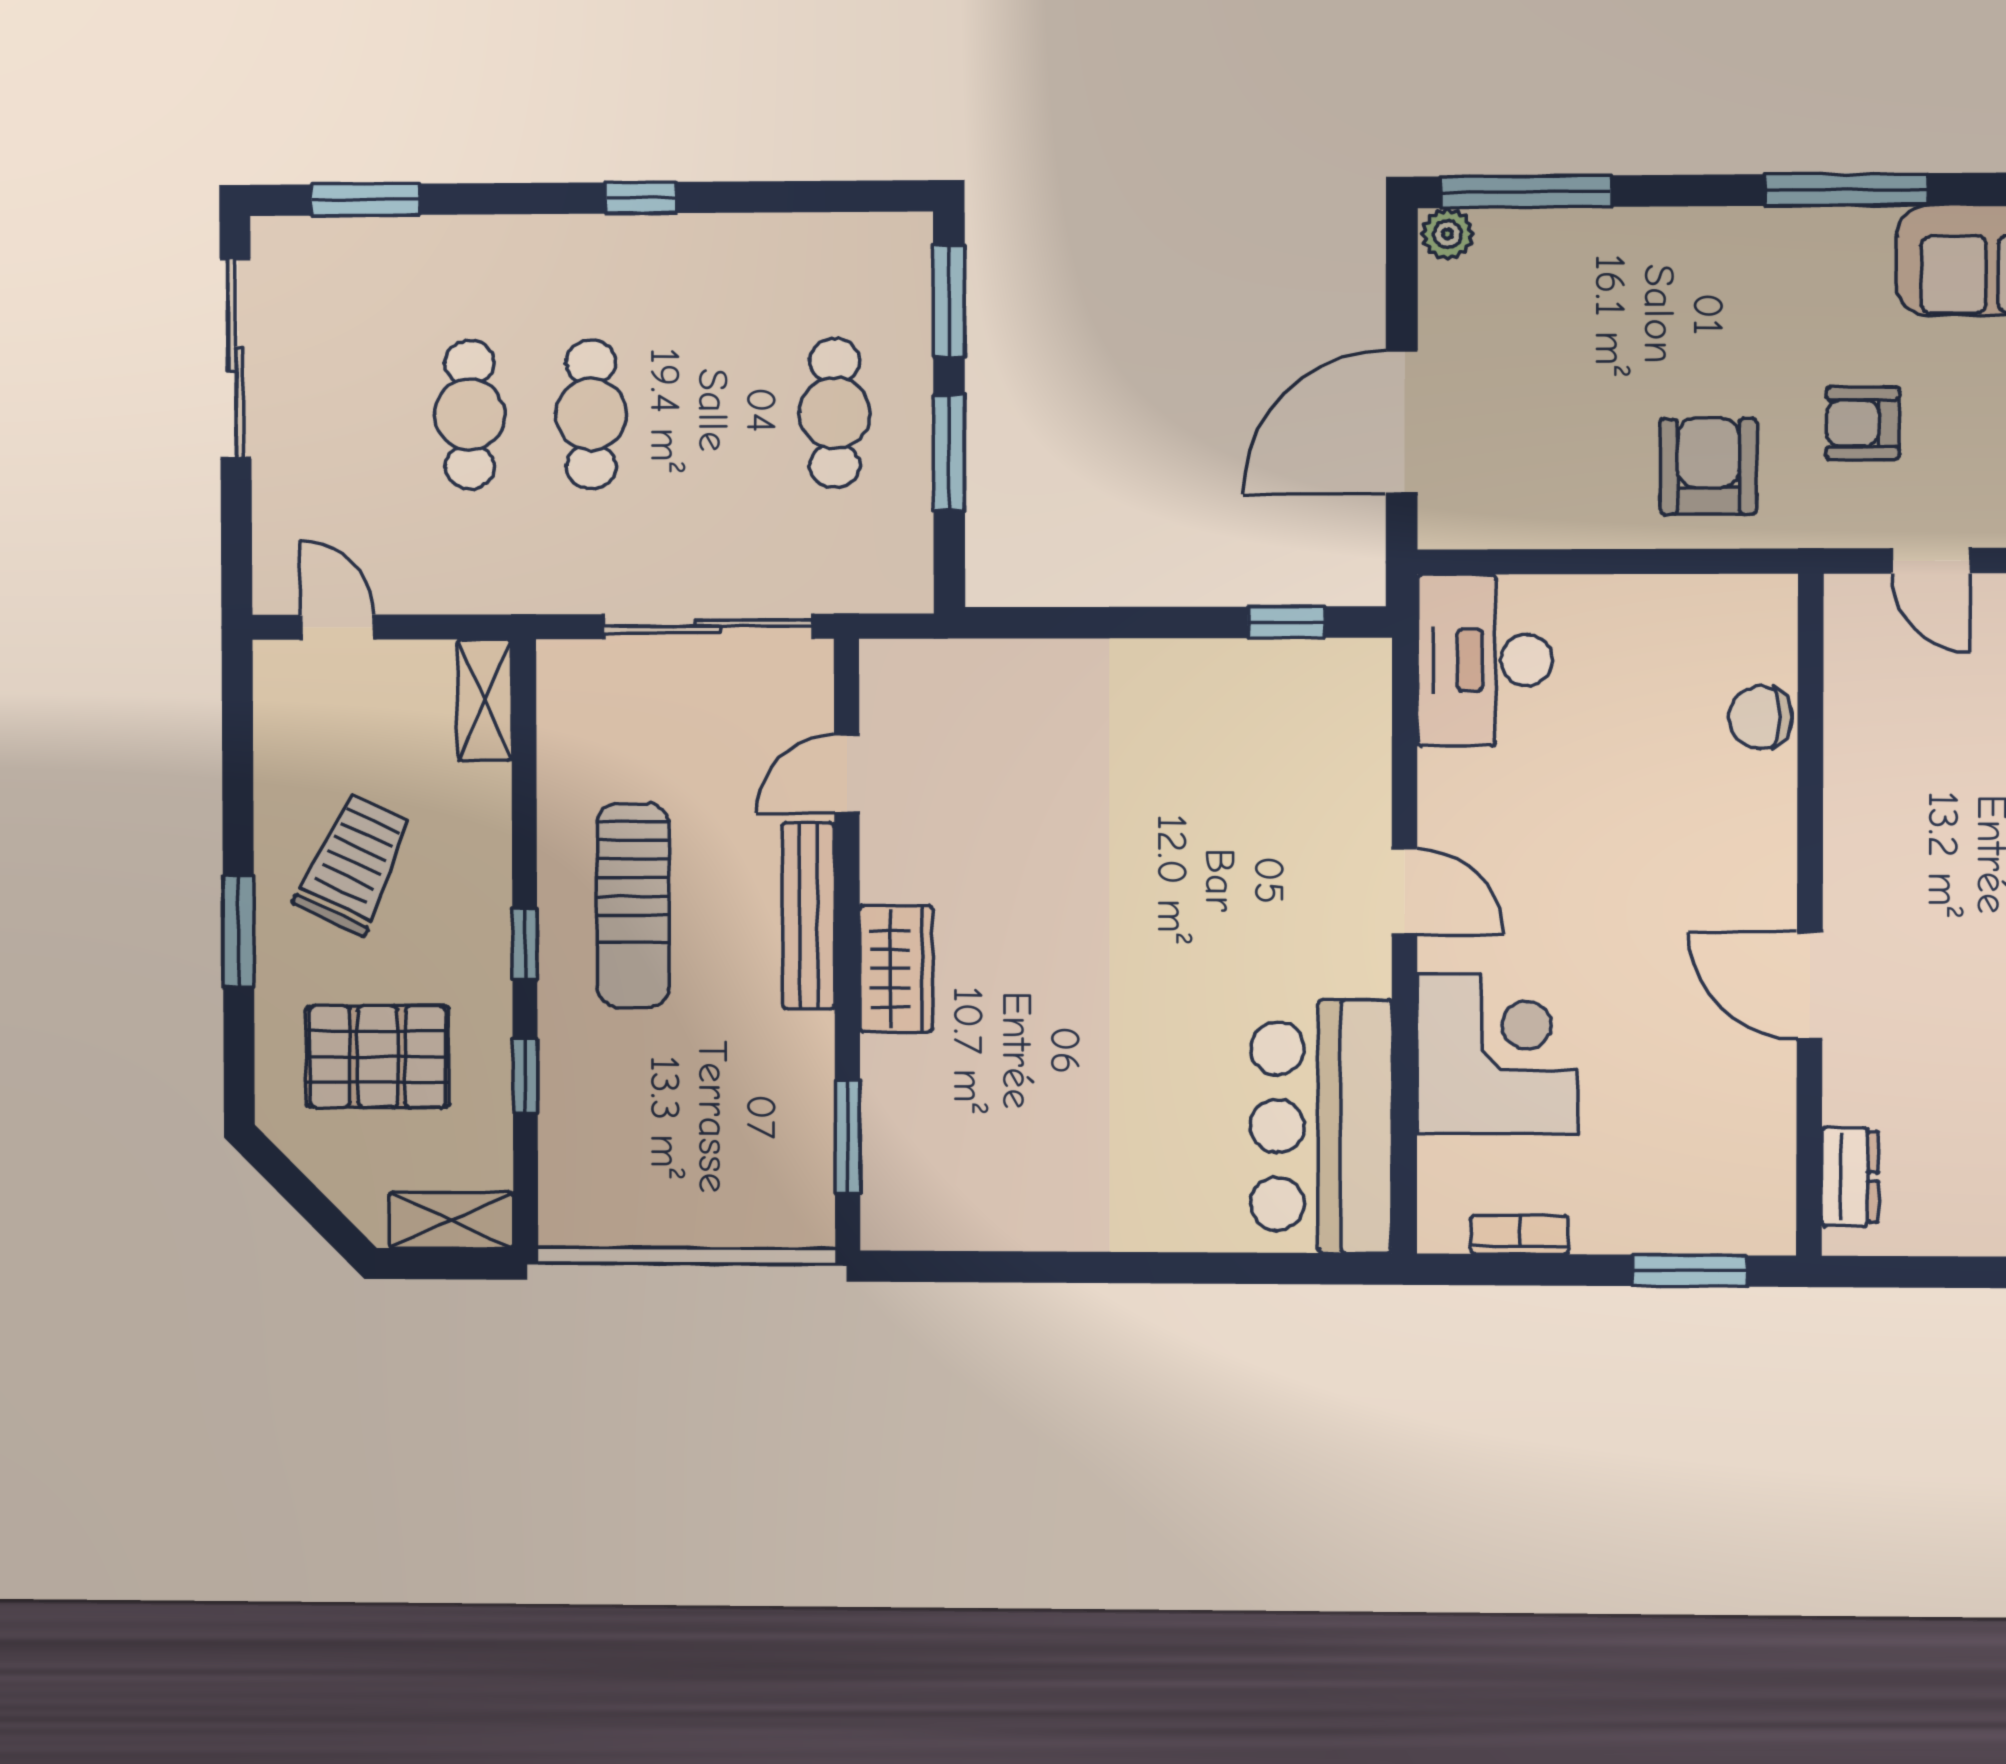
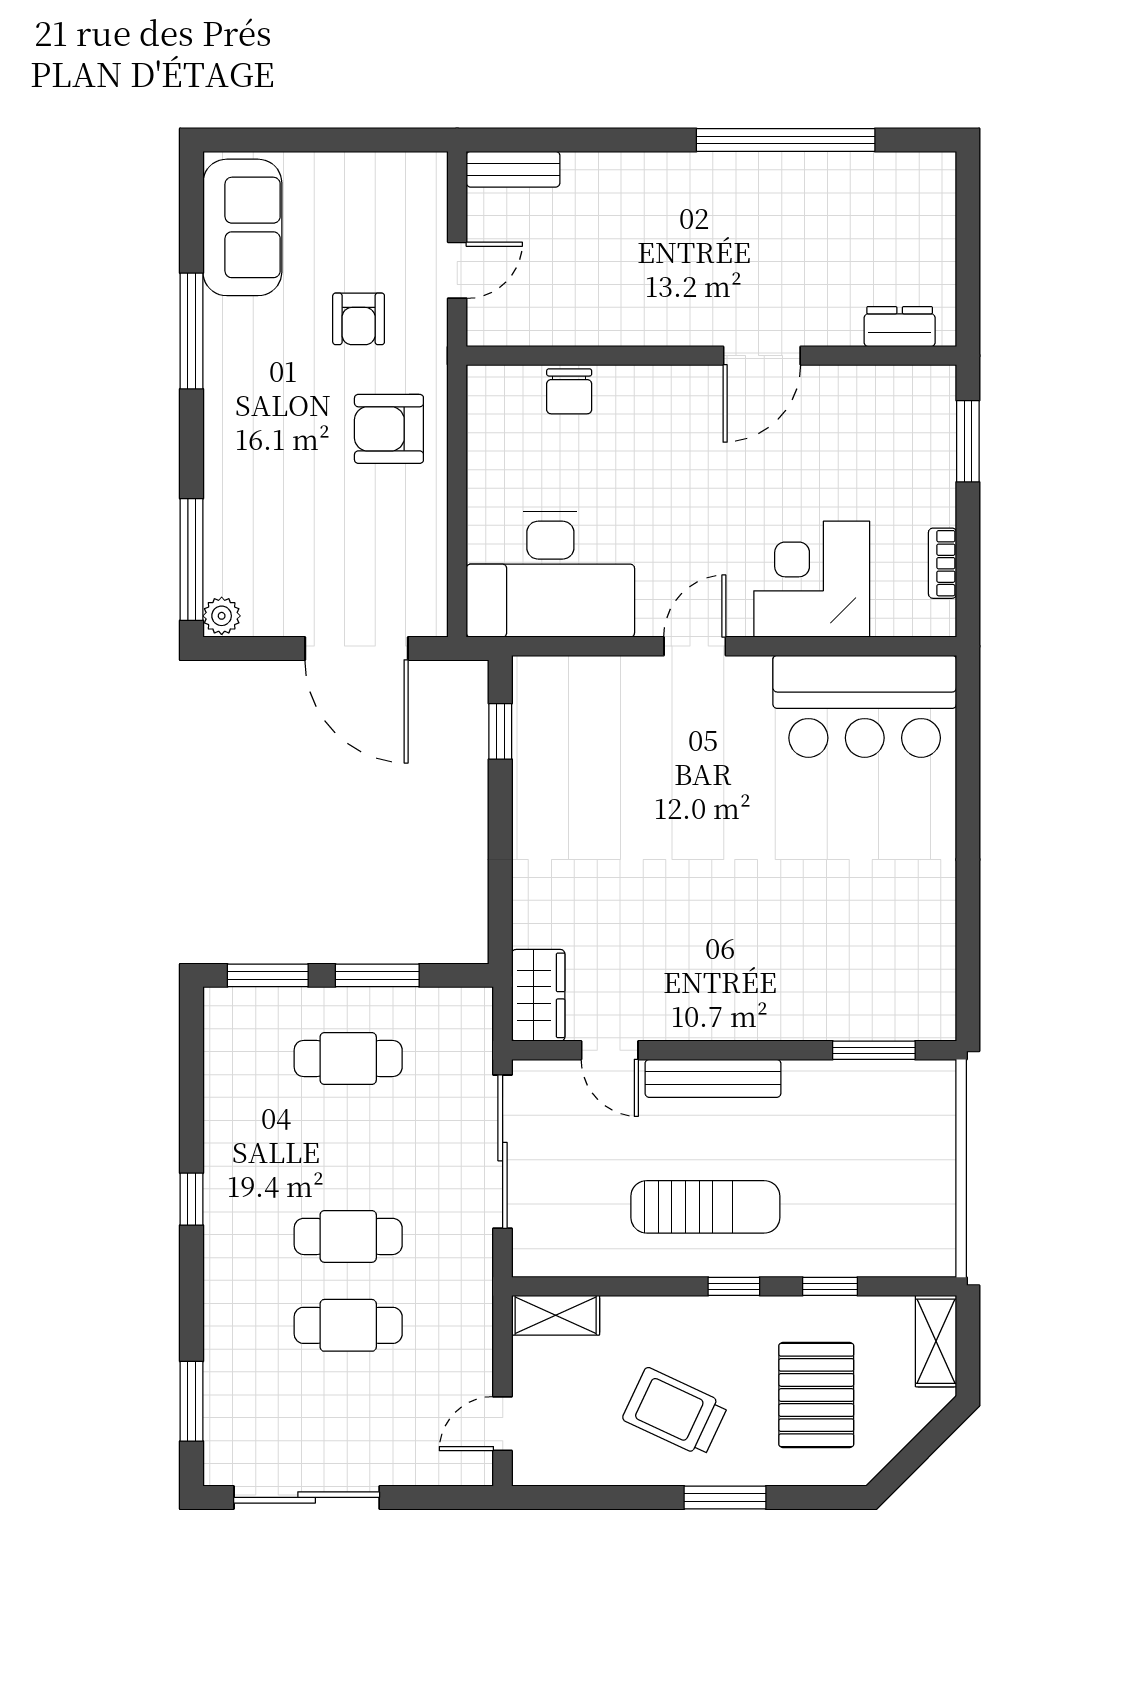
desk: (1485, 660) -> (550, 574), width x1.36, depth x1.30
wardrobe: (896, 969) -> (538, 995), moved, turned 90

